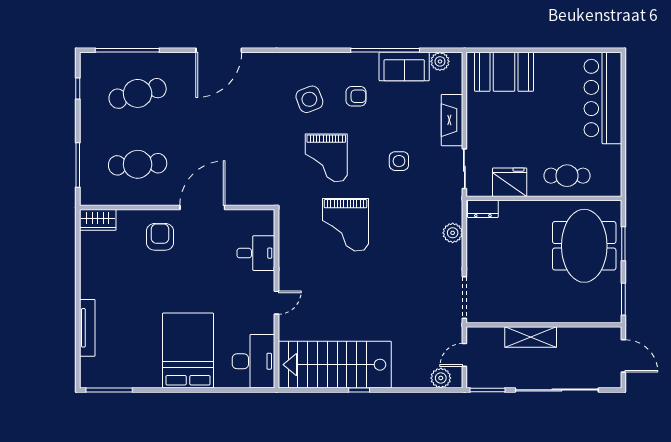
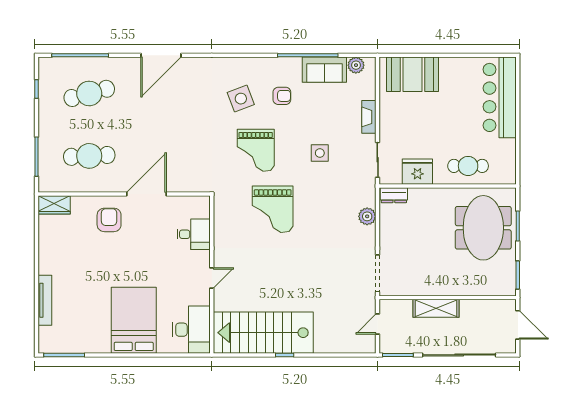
fireplace: (452, 120) -> (369, 117), width x0.73, depth x0.76
plant: (441, 378) -> (357, 344), removed

